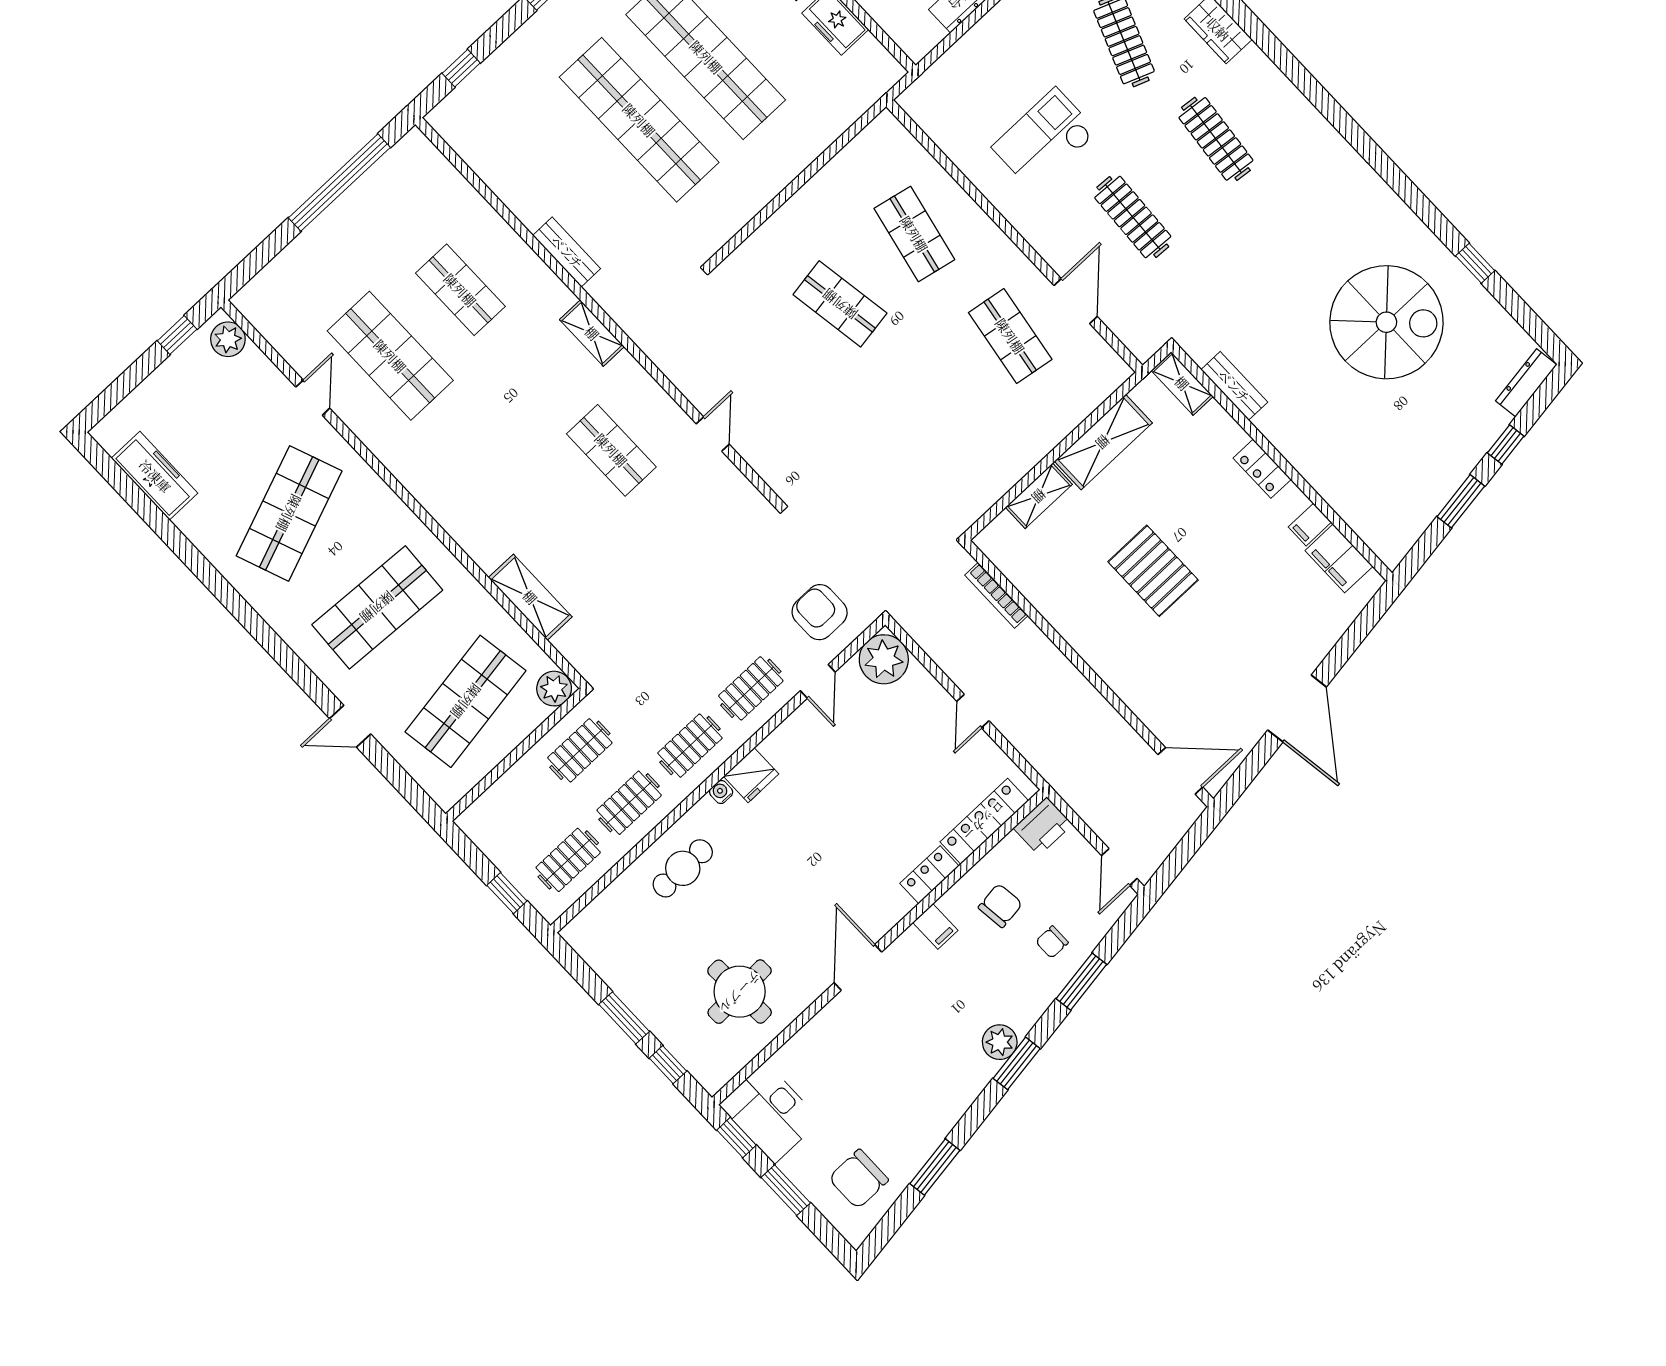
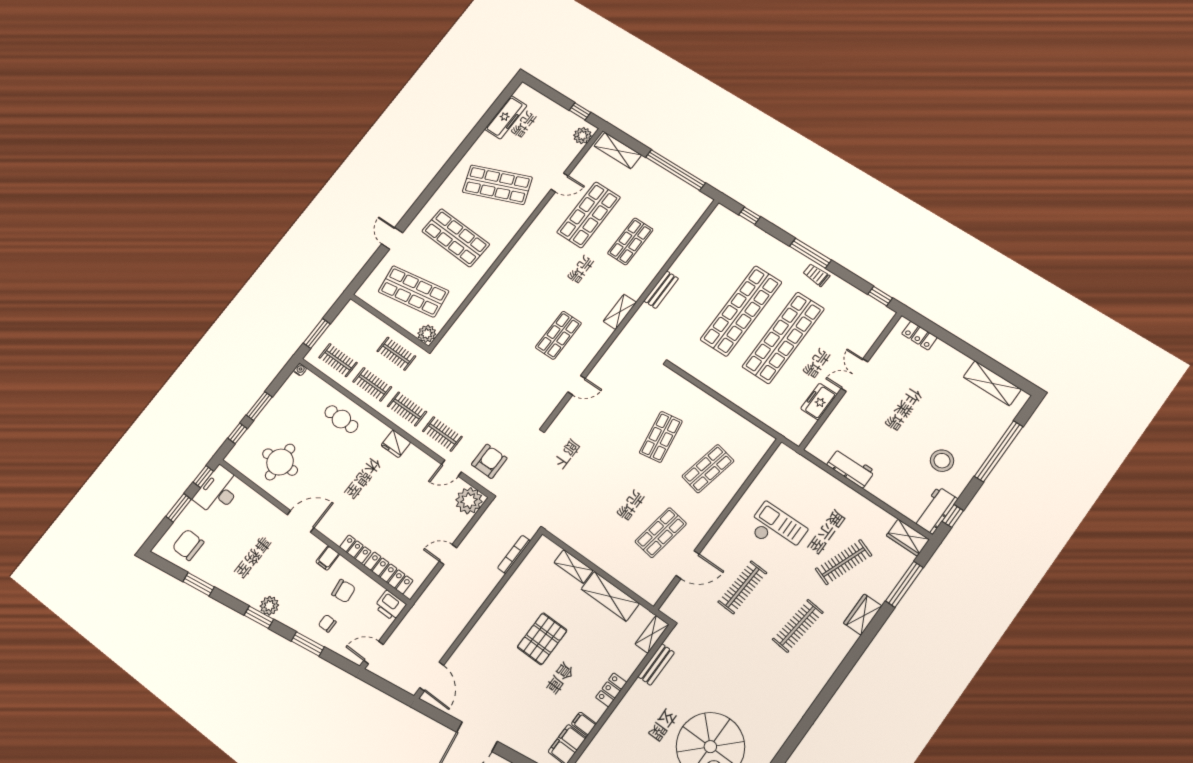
shelving: (530, 597) -> (618, 151), moved, turned 90
water cooler: (721, 792) -> (300, 370), moved
window: (507, 893) -> (317, 333), width x1.50

